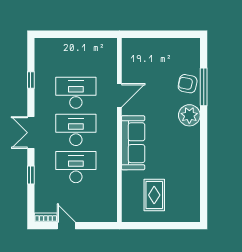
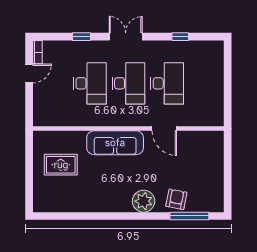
window: (204, 87) -> (189, 216), moved

